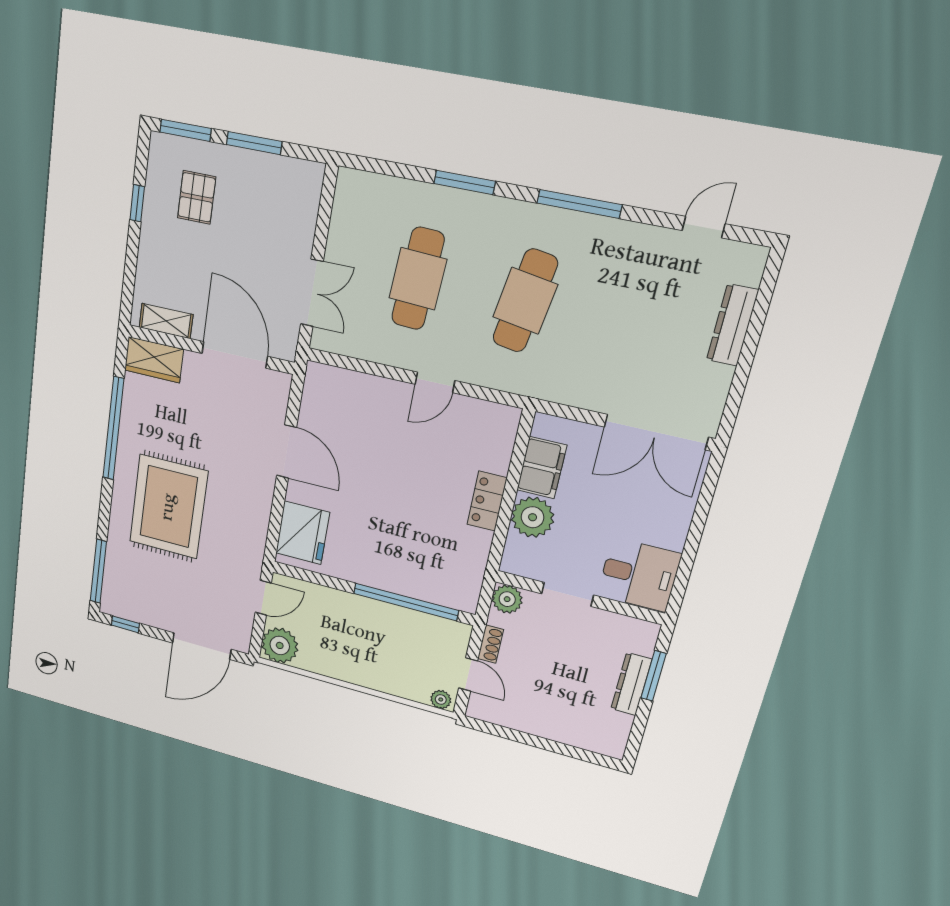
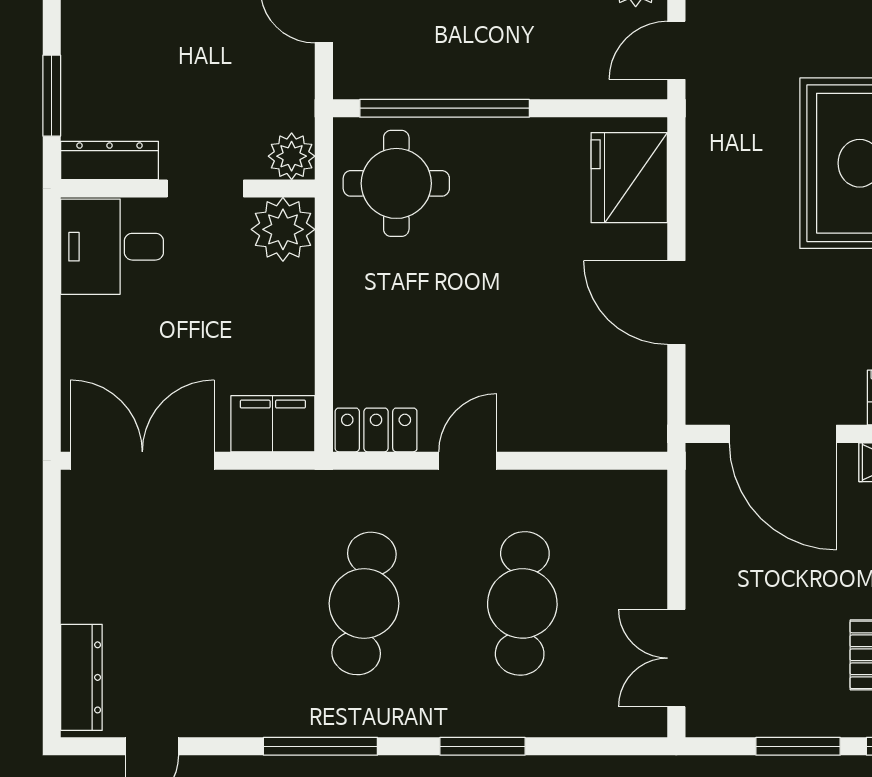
double door: (312, 293) -> (676, 658), moved
dresser: (732, 325) -> (81, 677), moved
filing cabinet: (542, 468) -> (273, 424), moved, turned 90
locker: (487, 501) -> (376, 430), moved, turned -90
plant: (533, 517) -> (283, 229), moved
round table: (445, 566) -> (396, 183), added
shoe rack: (491, 644) -> (300, 76), removed
dresser: (631, 684) -> (110, 160), moved, turned -90

